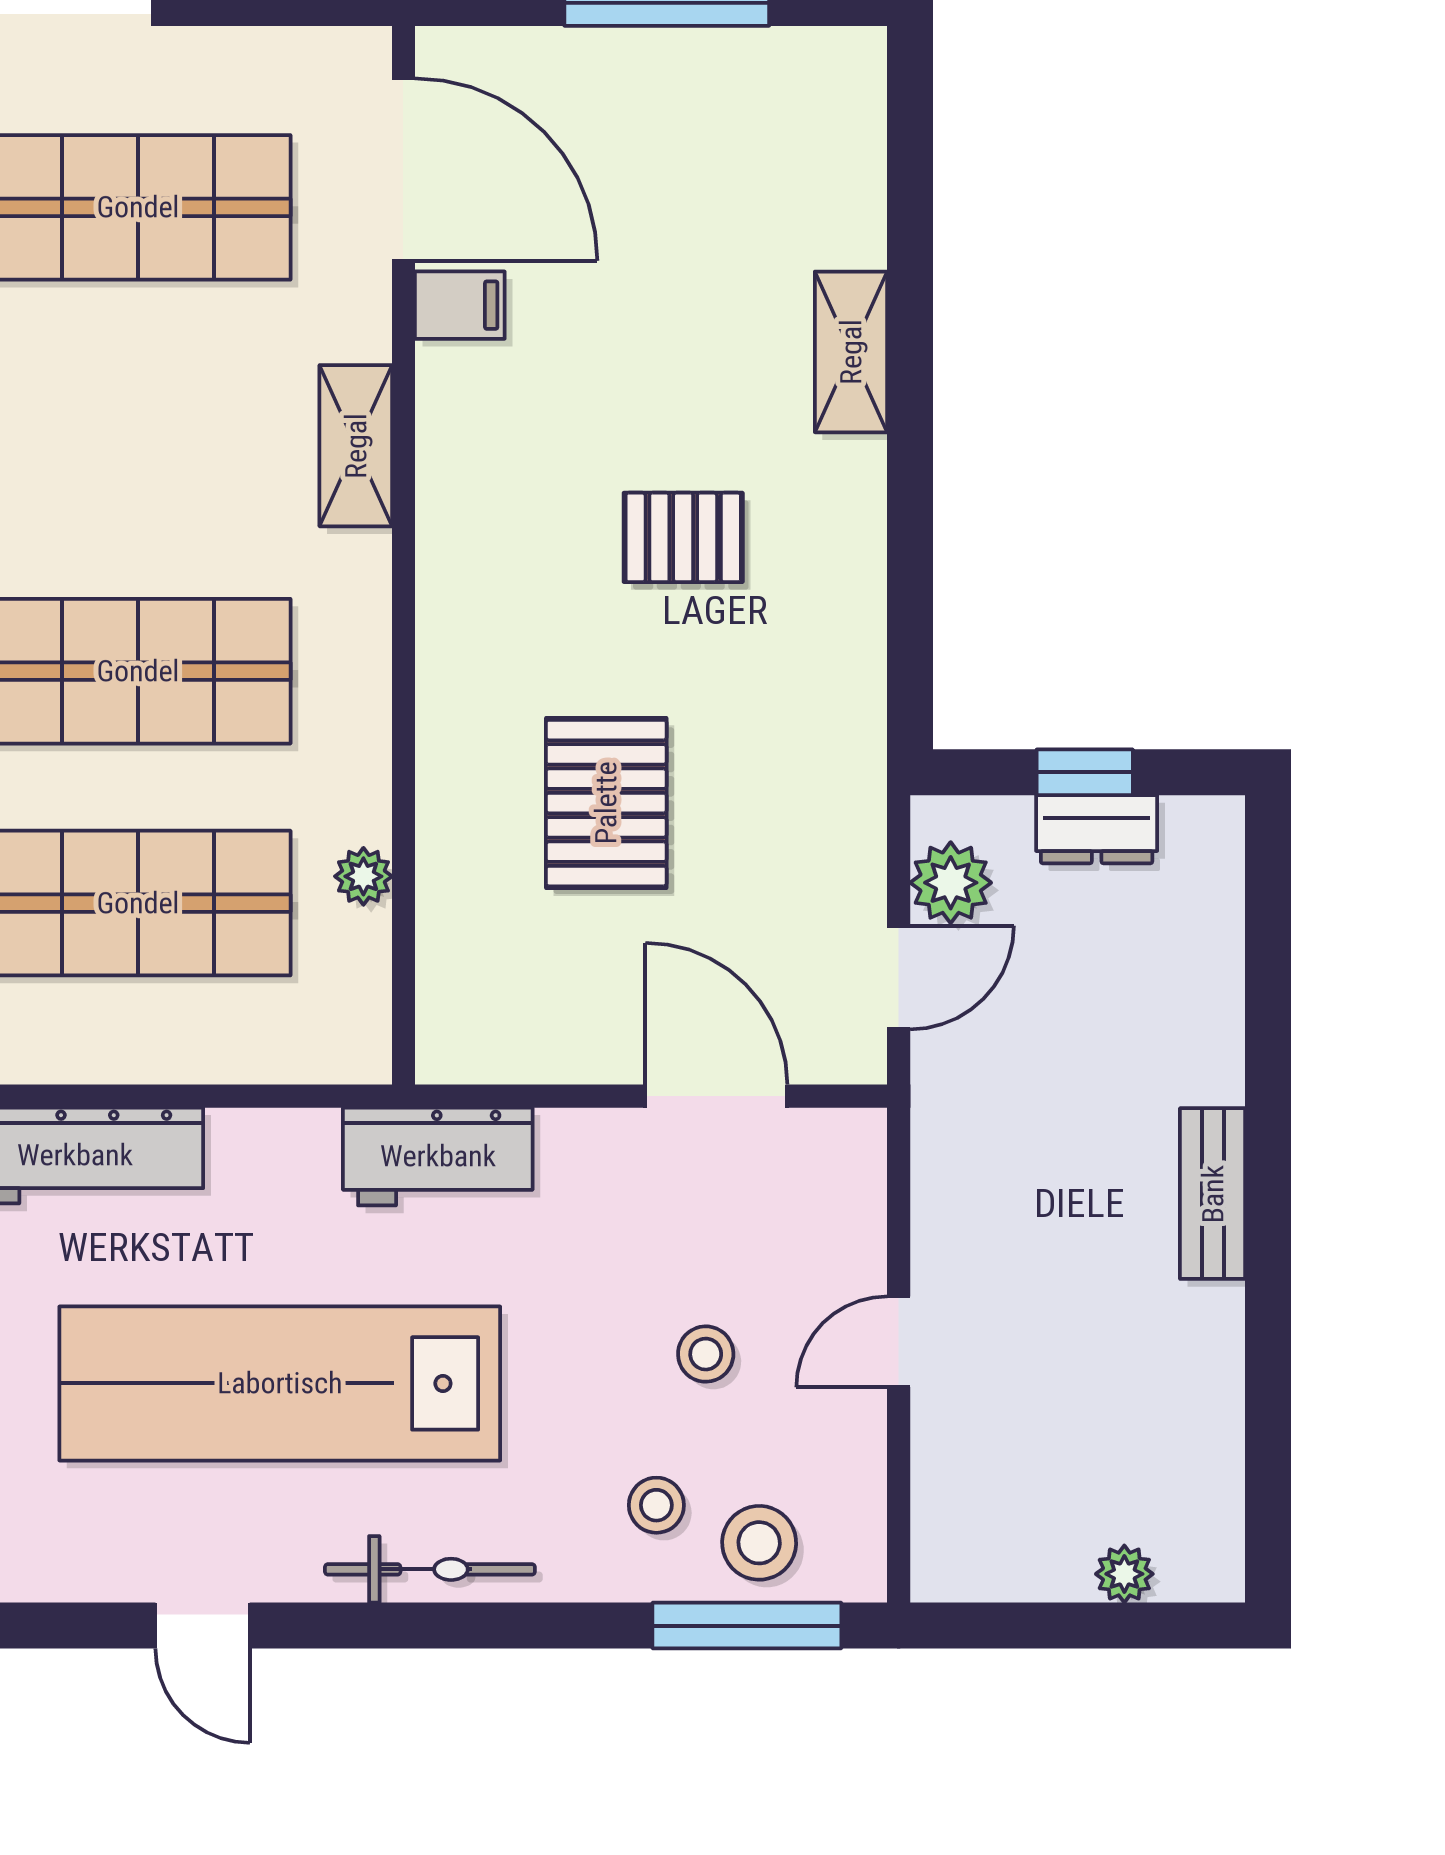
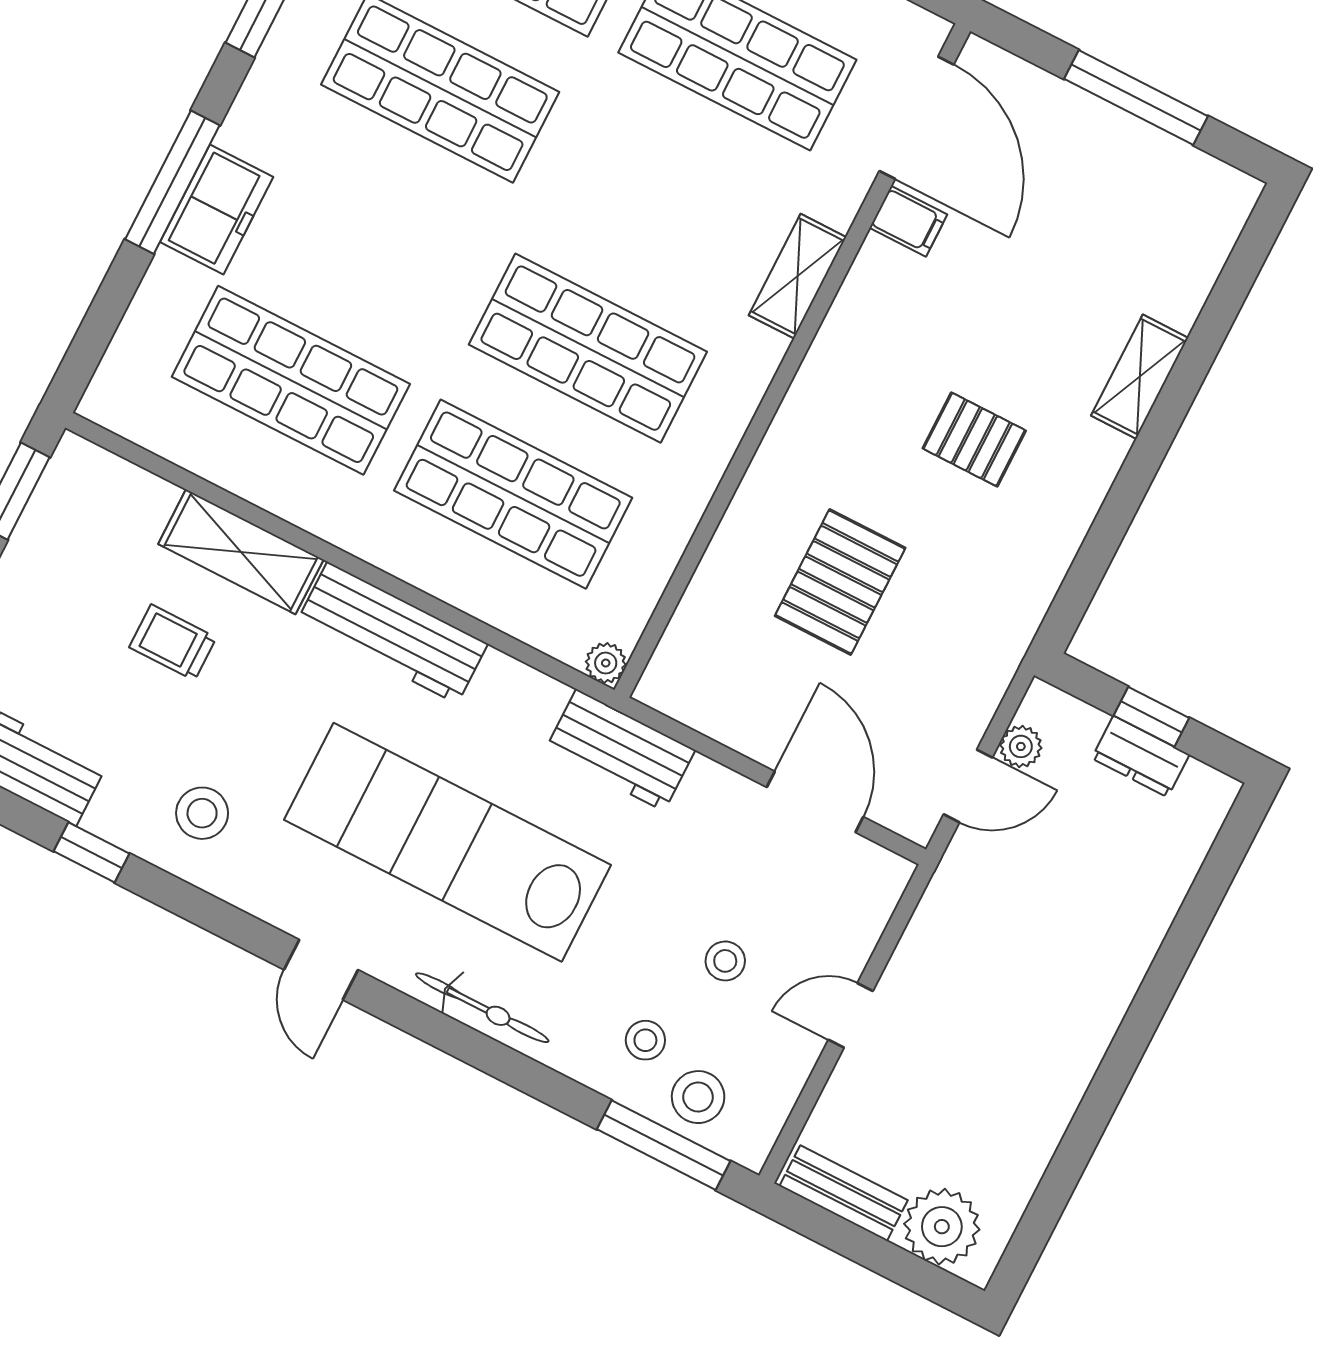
plant: (363, 876) -> (606, 663), moved
plant: (951, 883) -> (1021, 746), width x0.73, depth x0.73
bench: (1213, 1194) -> (844, 1193), moved, turned 90
plant: (1124, 1574) -> (942, 1227), width x1.88, depth x1.88

